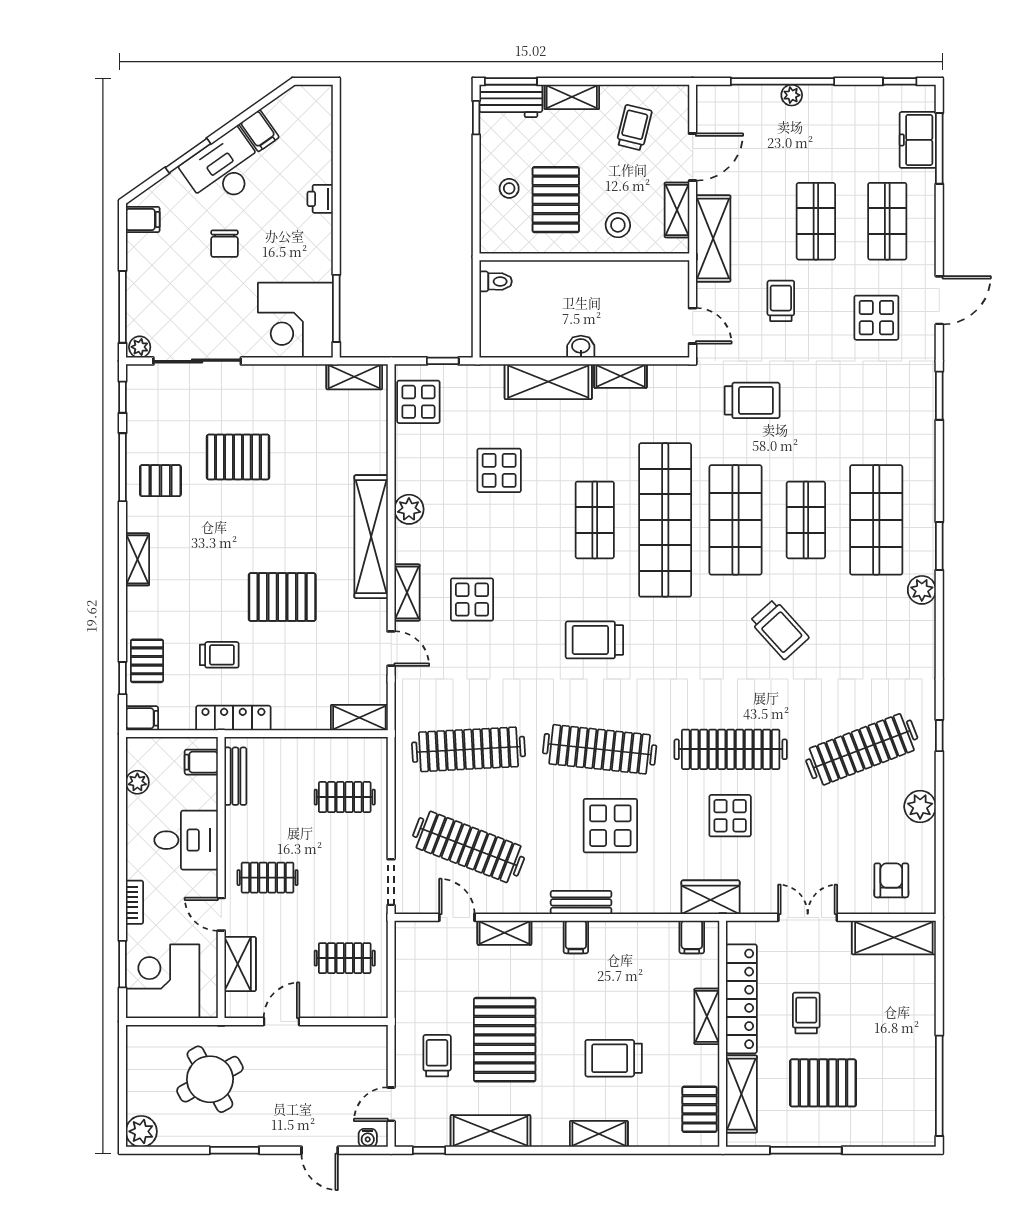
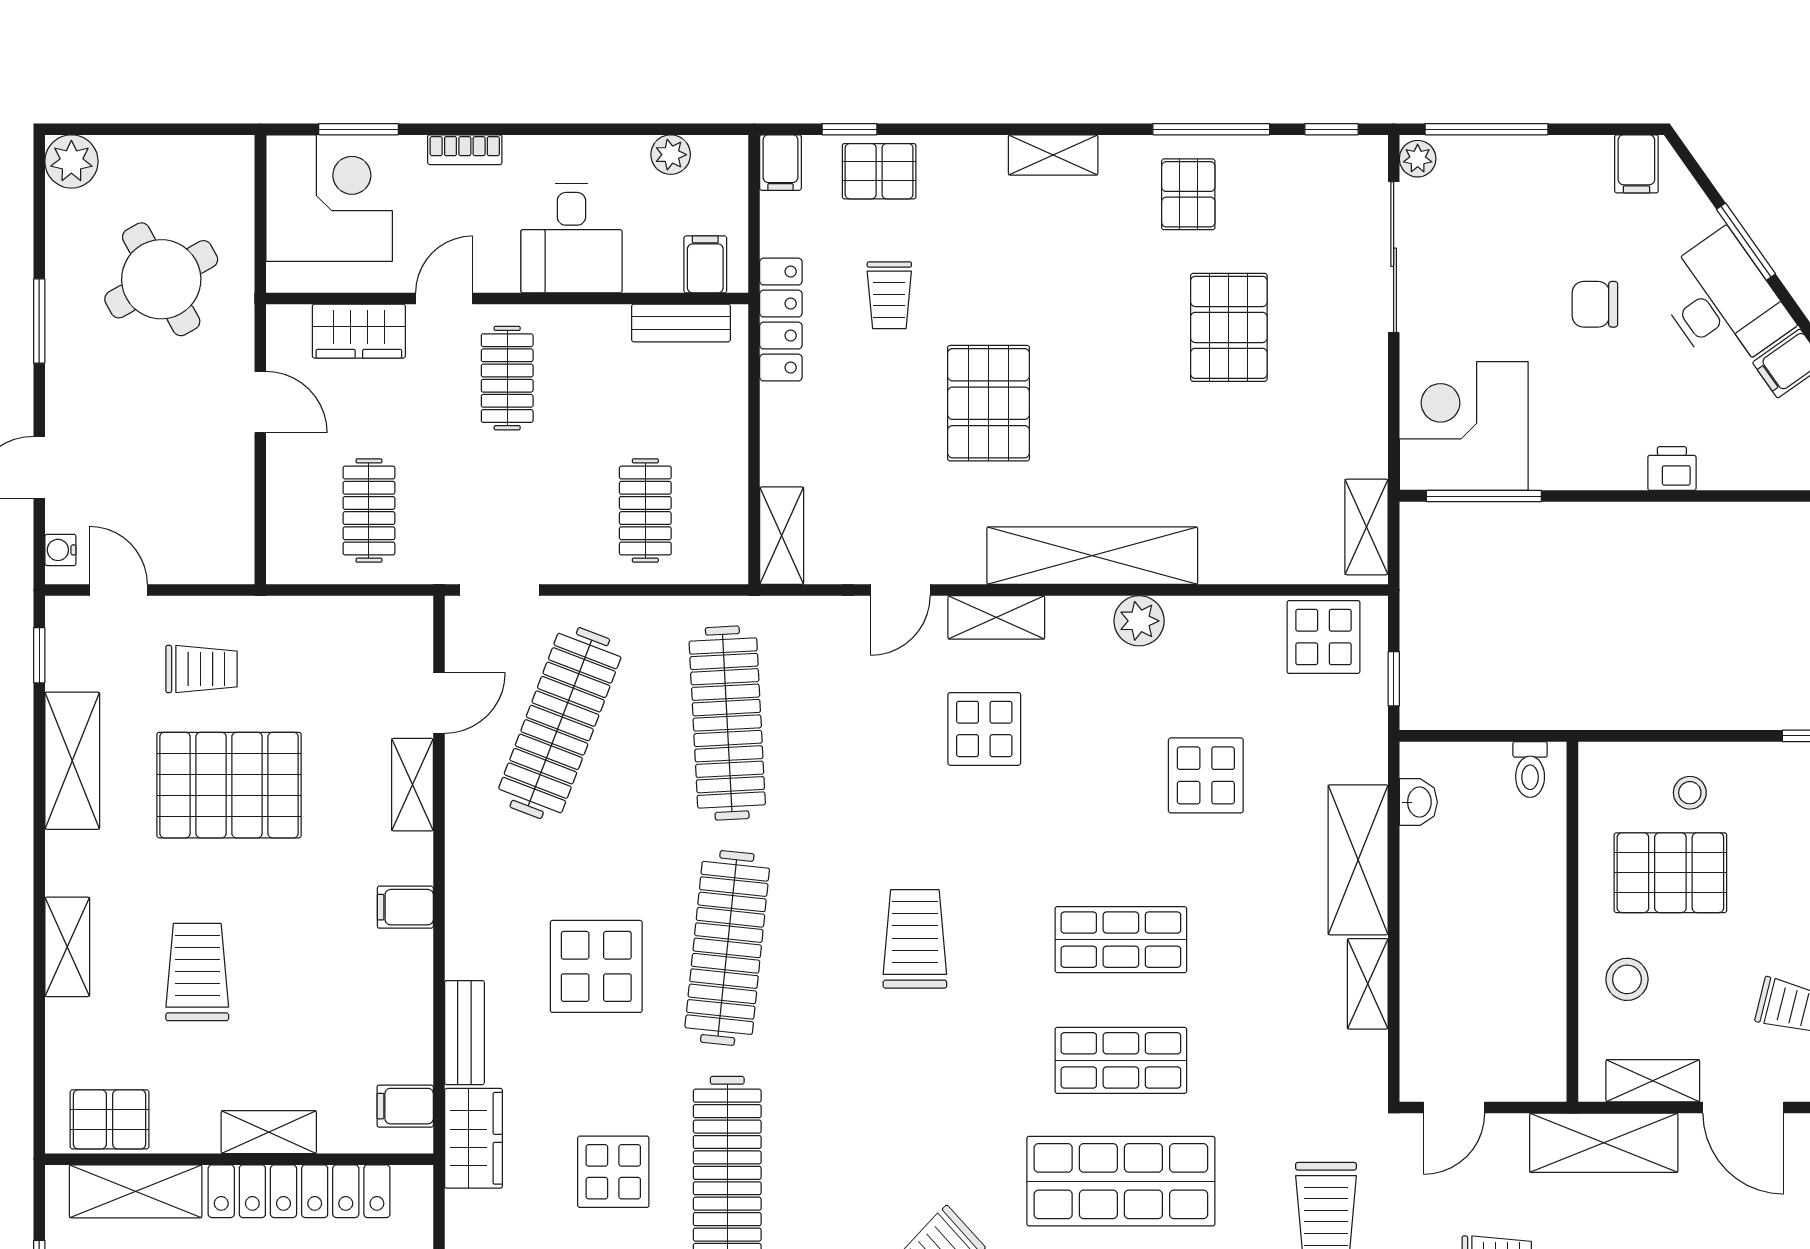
washbasin: (581, 347) -> (1418, 802), moved
shop shelf: (665, 520) -> (1121, 1060), width x0.50, depth x0.74
bench: (581, 902) -> (464, 1033), moved

